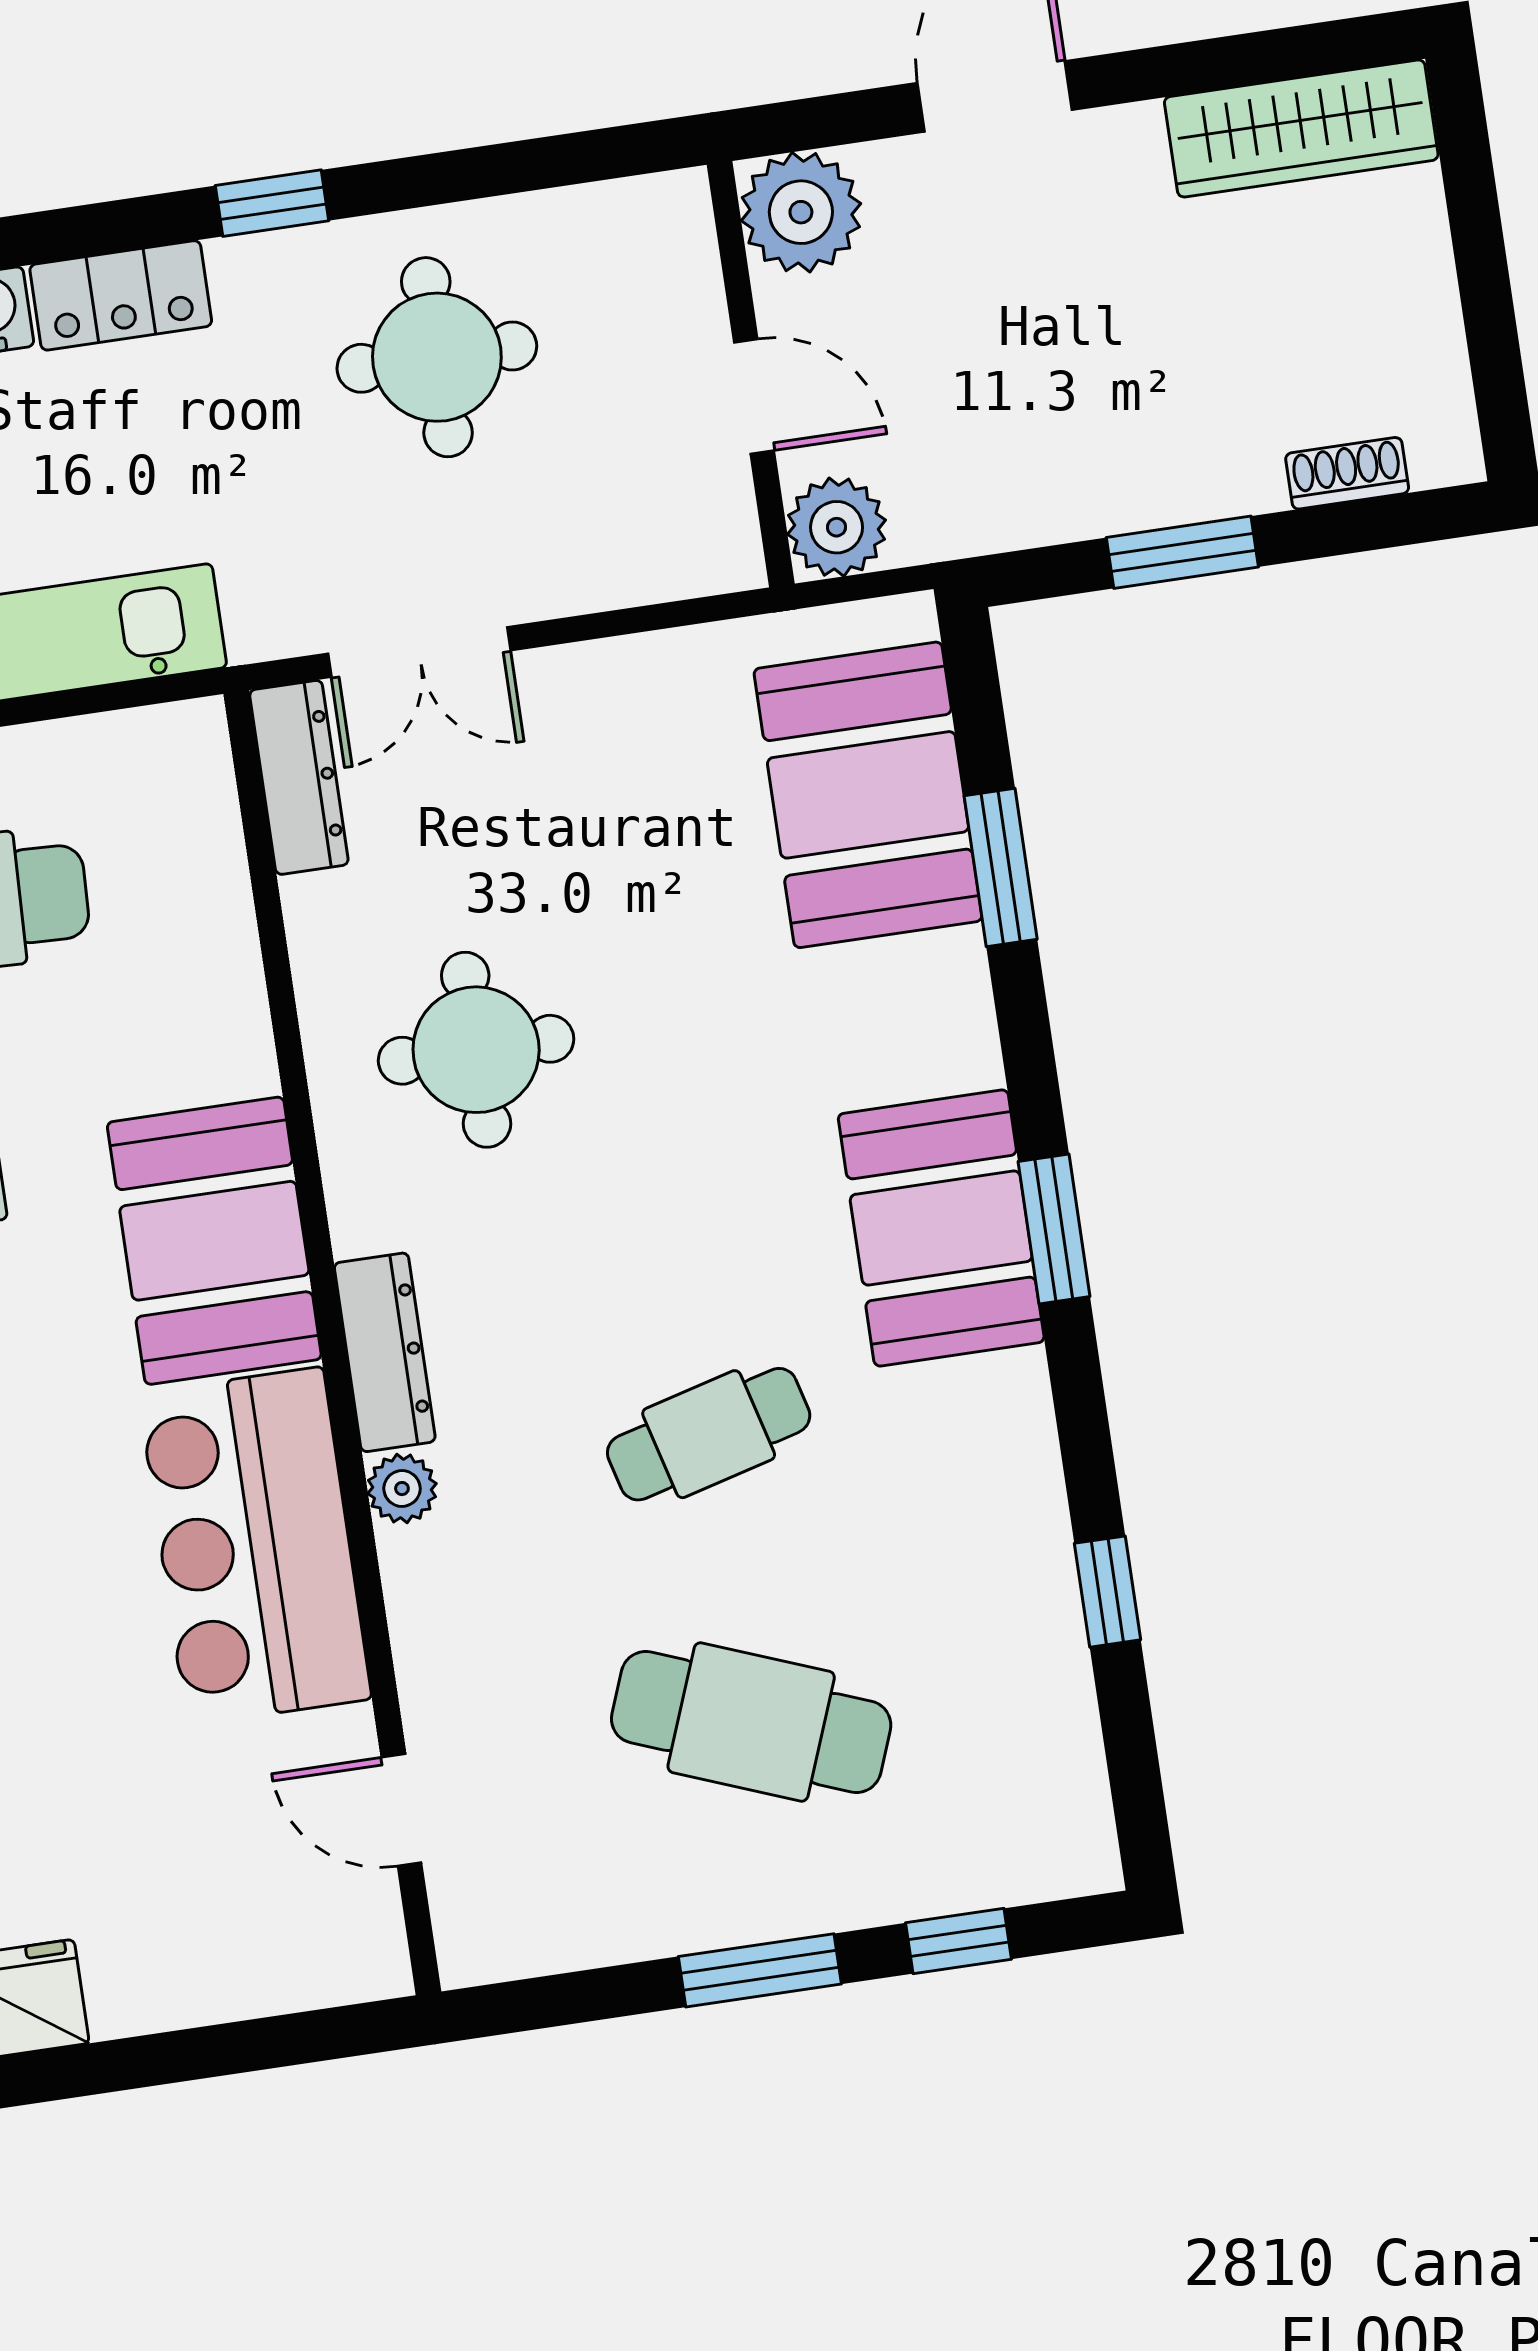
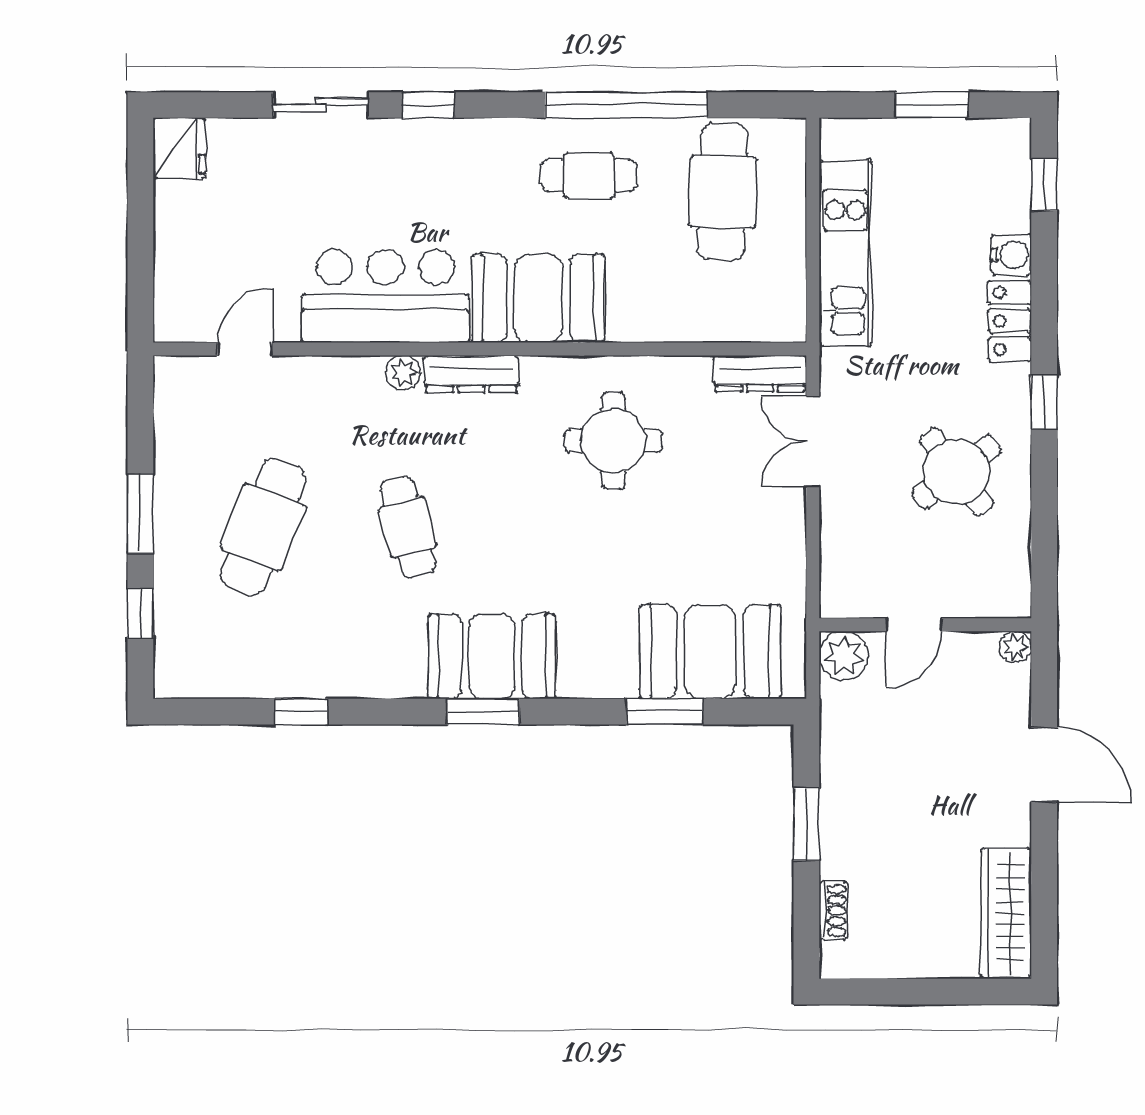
plant: (801, 212) -> (1015, 647), width x0.53, depth x0.53
round table: (437, 357) -> (956, 472), turned -37

